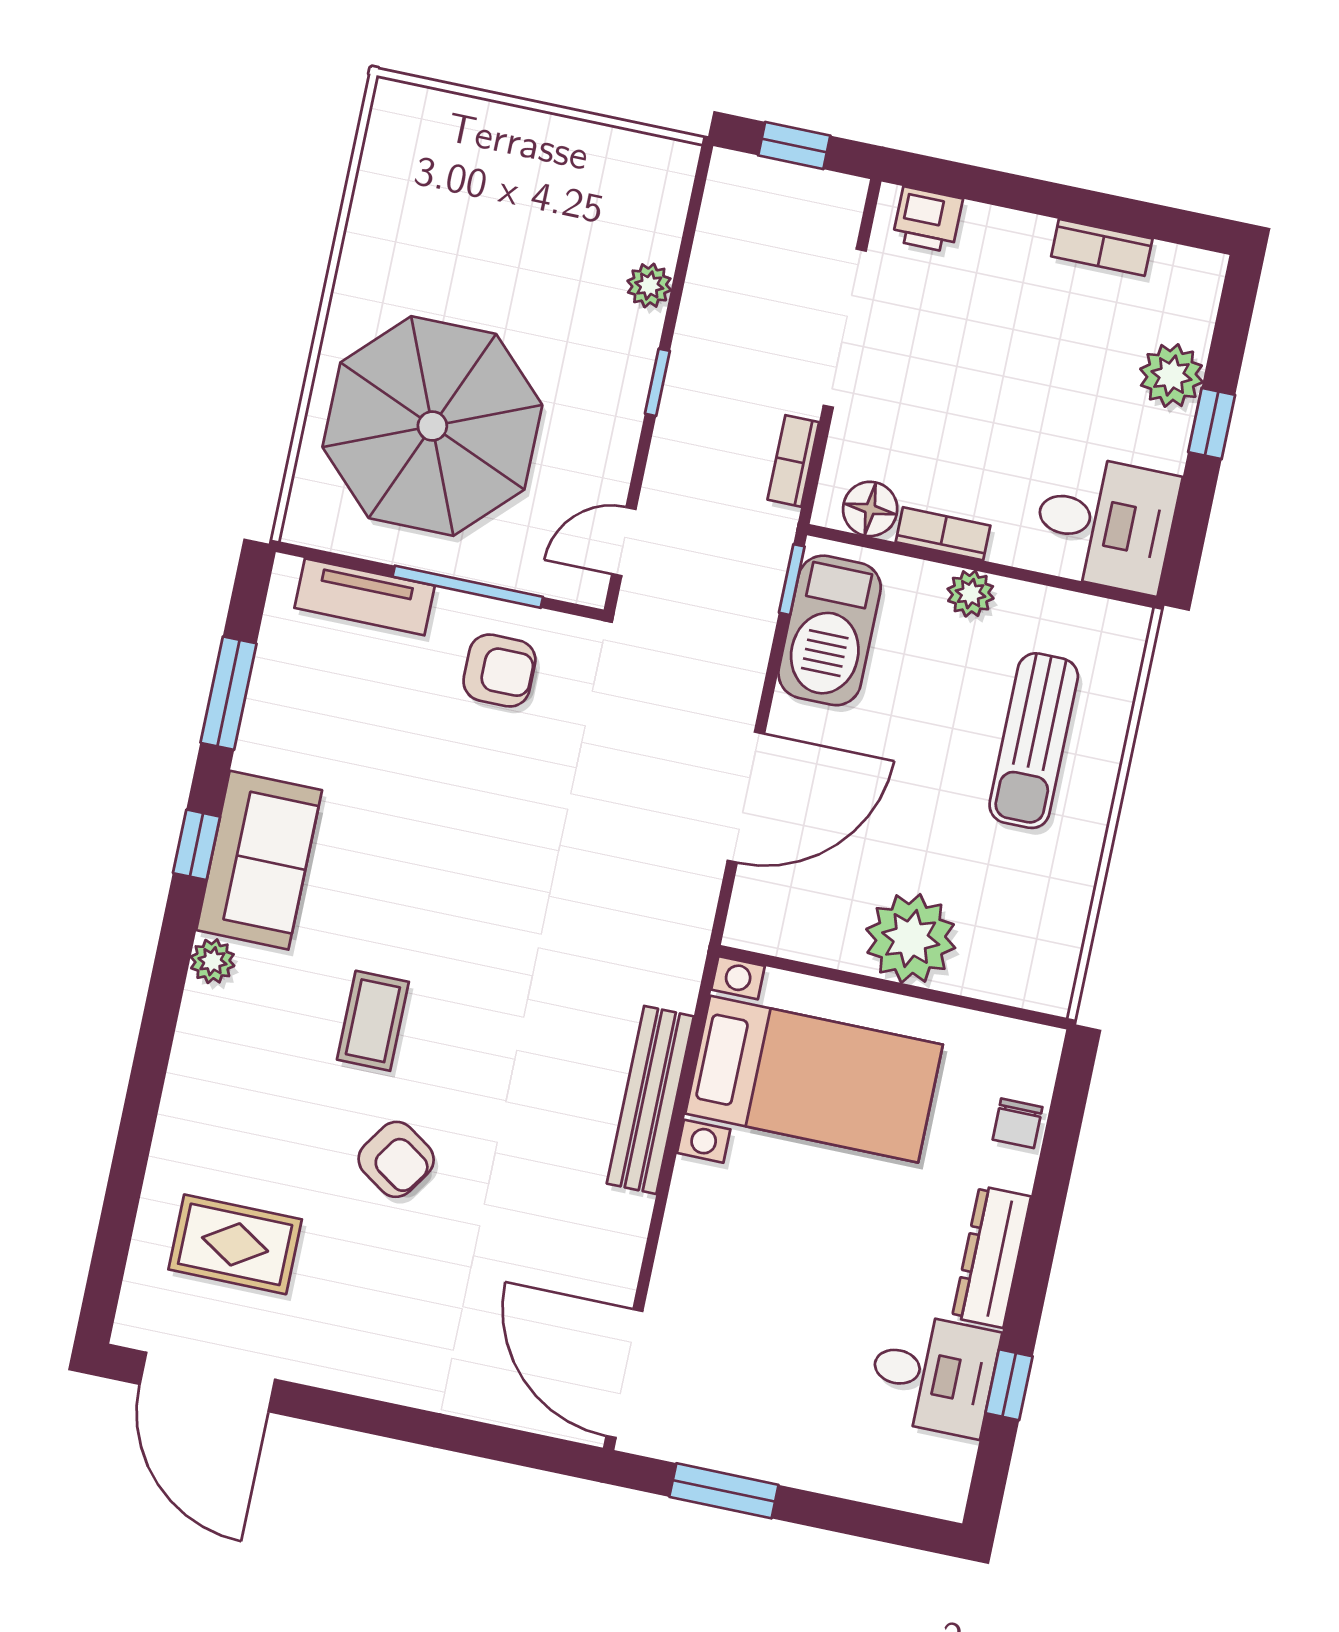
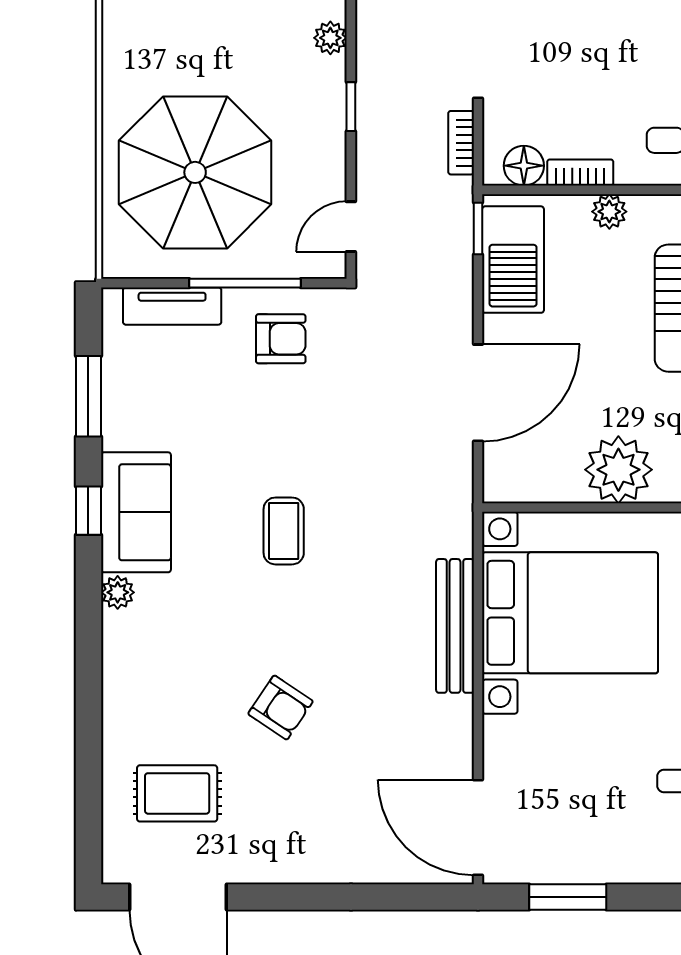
coffee table: (373, 1021) -> (284, 531), moved
bed with nightstands: (814, 1079) -> (570, 613), width x1.36

